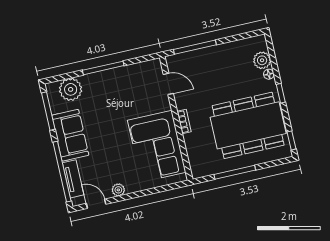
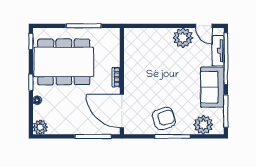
plant: (262, 60) -> (40, 127), moved
door: (168, 84) -> (122, 111), width x1.87
armchair: (118, 86) -> (164, 118), added
corner sofa: (157, 146) -> (143, 62), removed
plant: (118, 190) -> (183, 38), width x1.88, depth x1.88

